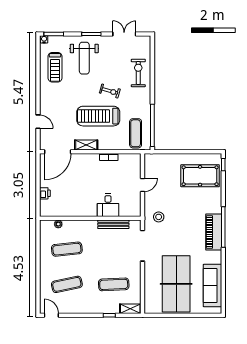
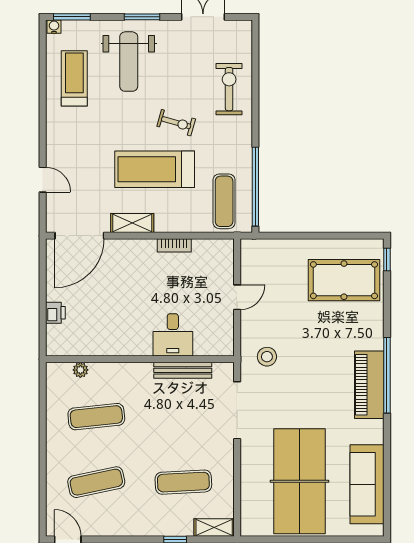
treadmill: (55, 67) -> (74, 78), turned 180

